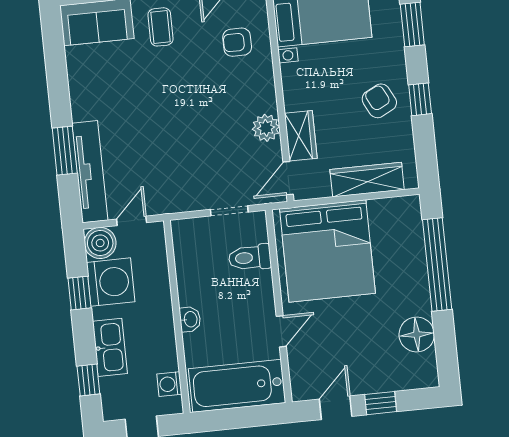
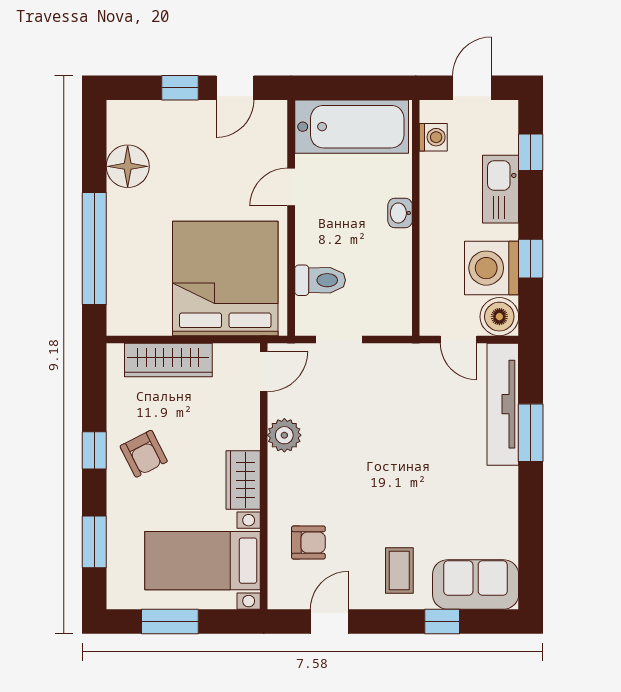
wardrobe: (301, 136) -> (243, 480), moved
door: (132, 221) -> (458, 339), hinge flipped

